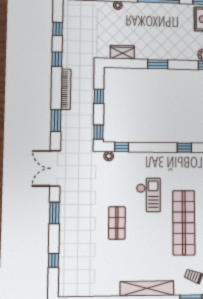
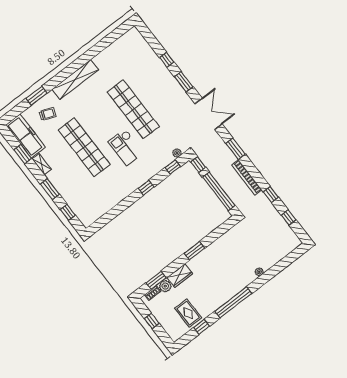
wardrobe: (122, 52) -> (180, 276), moved
window: (99, 96) -> (219, 191), width x3.17
window: (184, 148) -> (146, 188), moved
shop shelf: (117, 223) -> (133, 109), width x2.00, depth x1.36
window: (53, 260) -> (167, 60), moved

